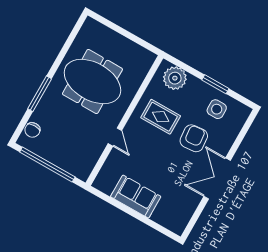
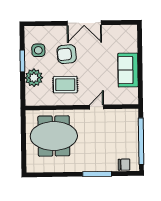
plant: (175, 78) -> (34, 78), moved
meeting table: (92, 81) -> (54, 136), moved, turned 90
rug: (161, 117) -> (65, 85), turned 90

